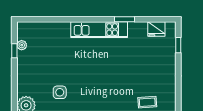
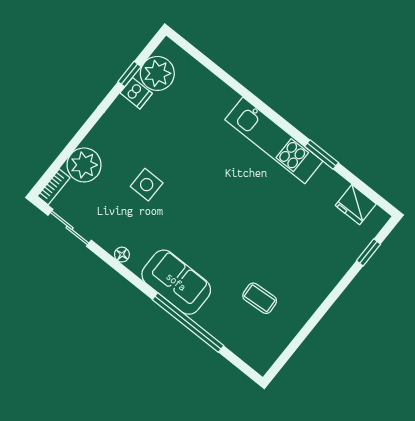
plant: (22, 45) -> (157, 73), width x1.88, depth x1.88
dishwasher: (24, 57) -> (136, 93), added

